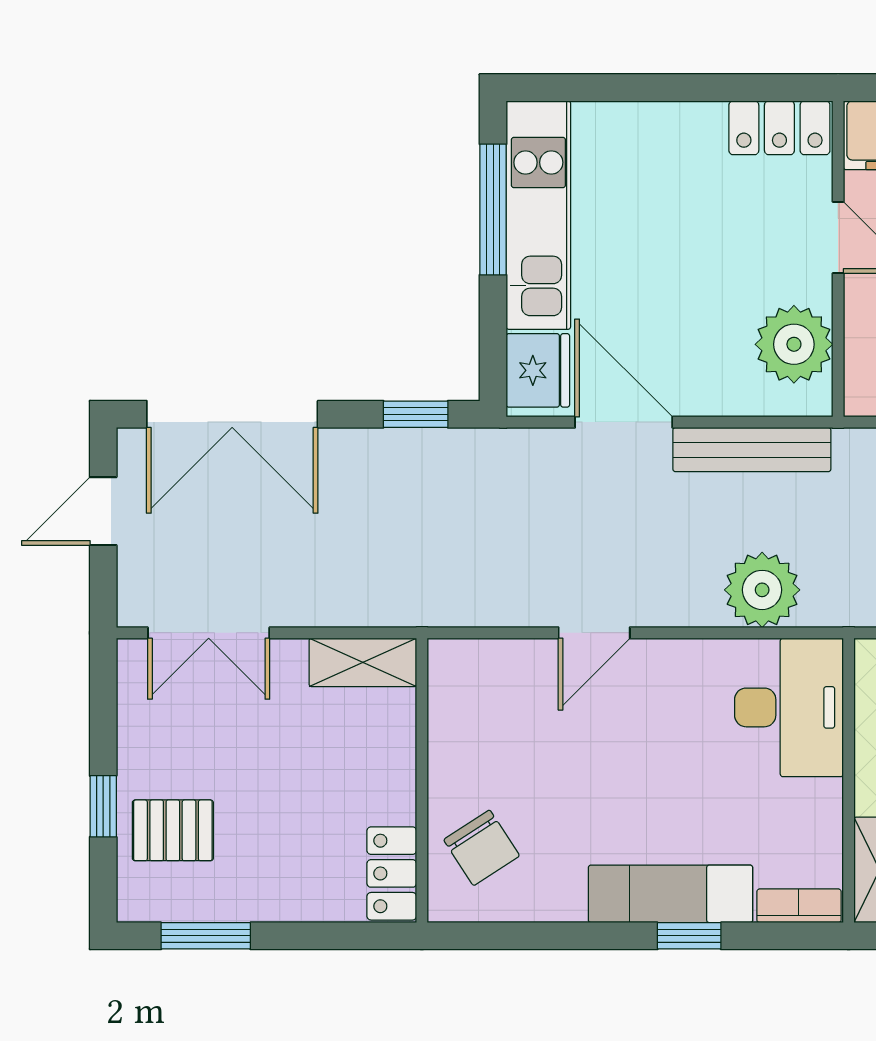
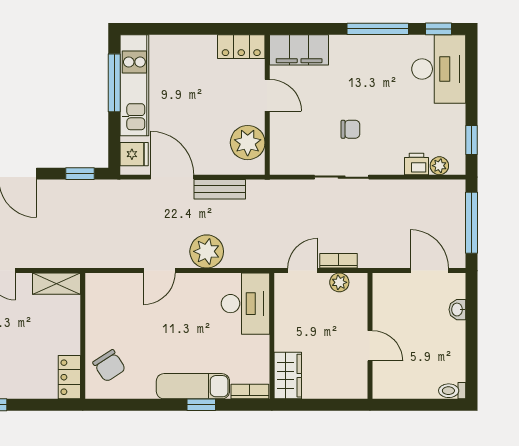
fridge: (538, 370) -> (134, 154), width x0.72
bench: (752, 450) -> (220, 189), width x0.73
plant: (762, 590) -> (207, 251), moved

